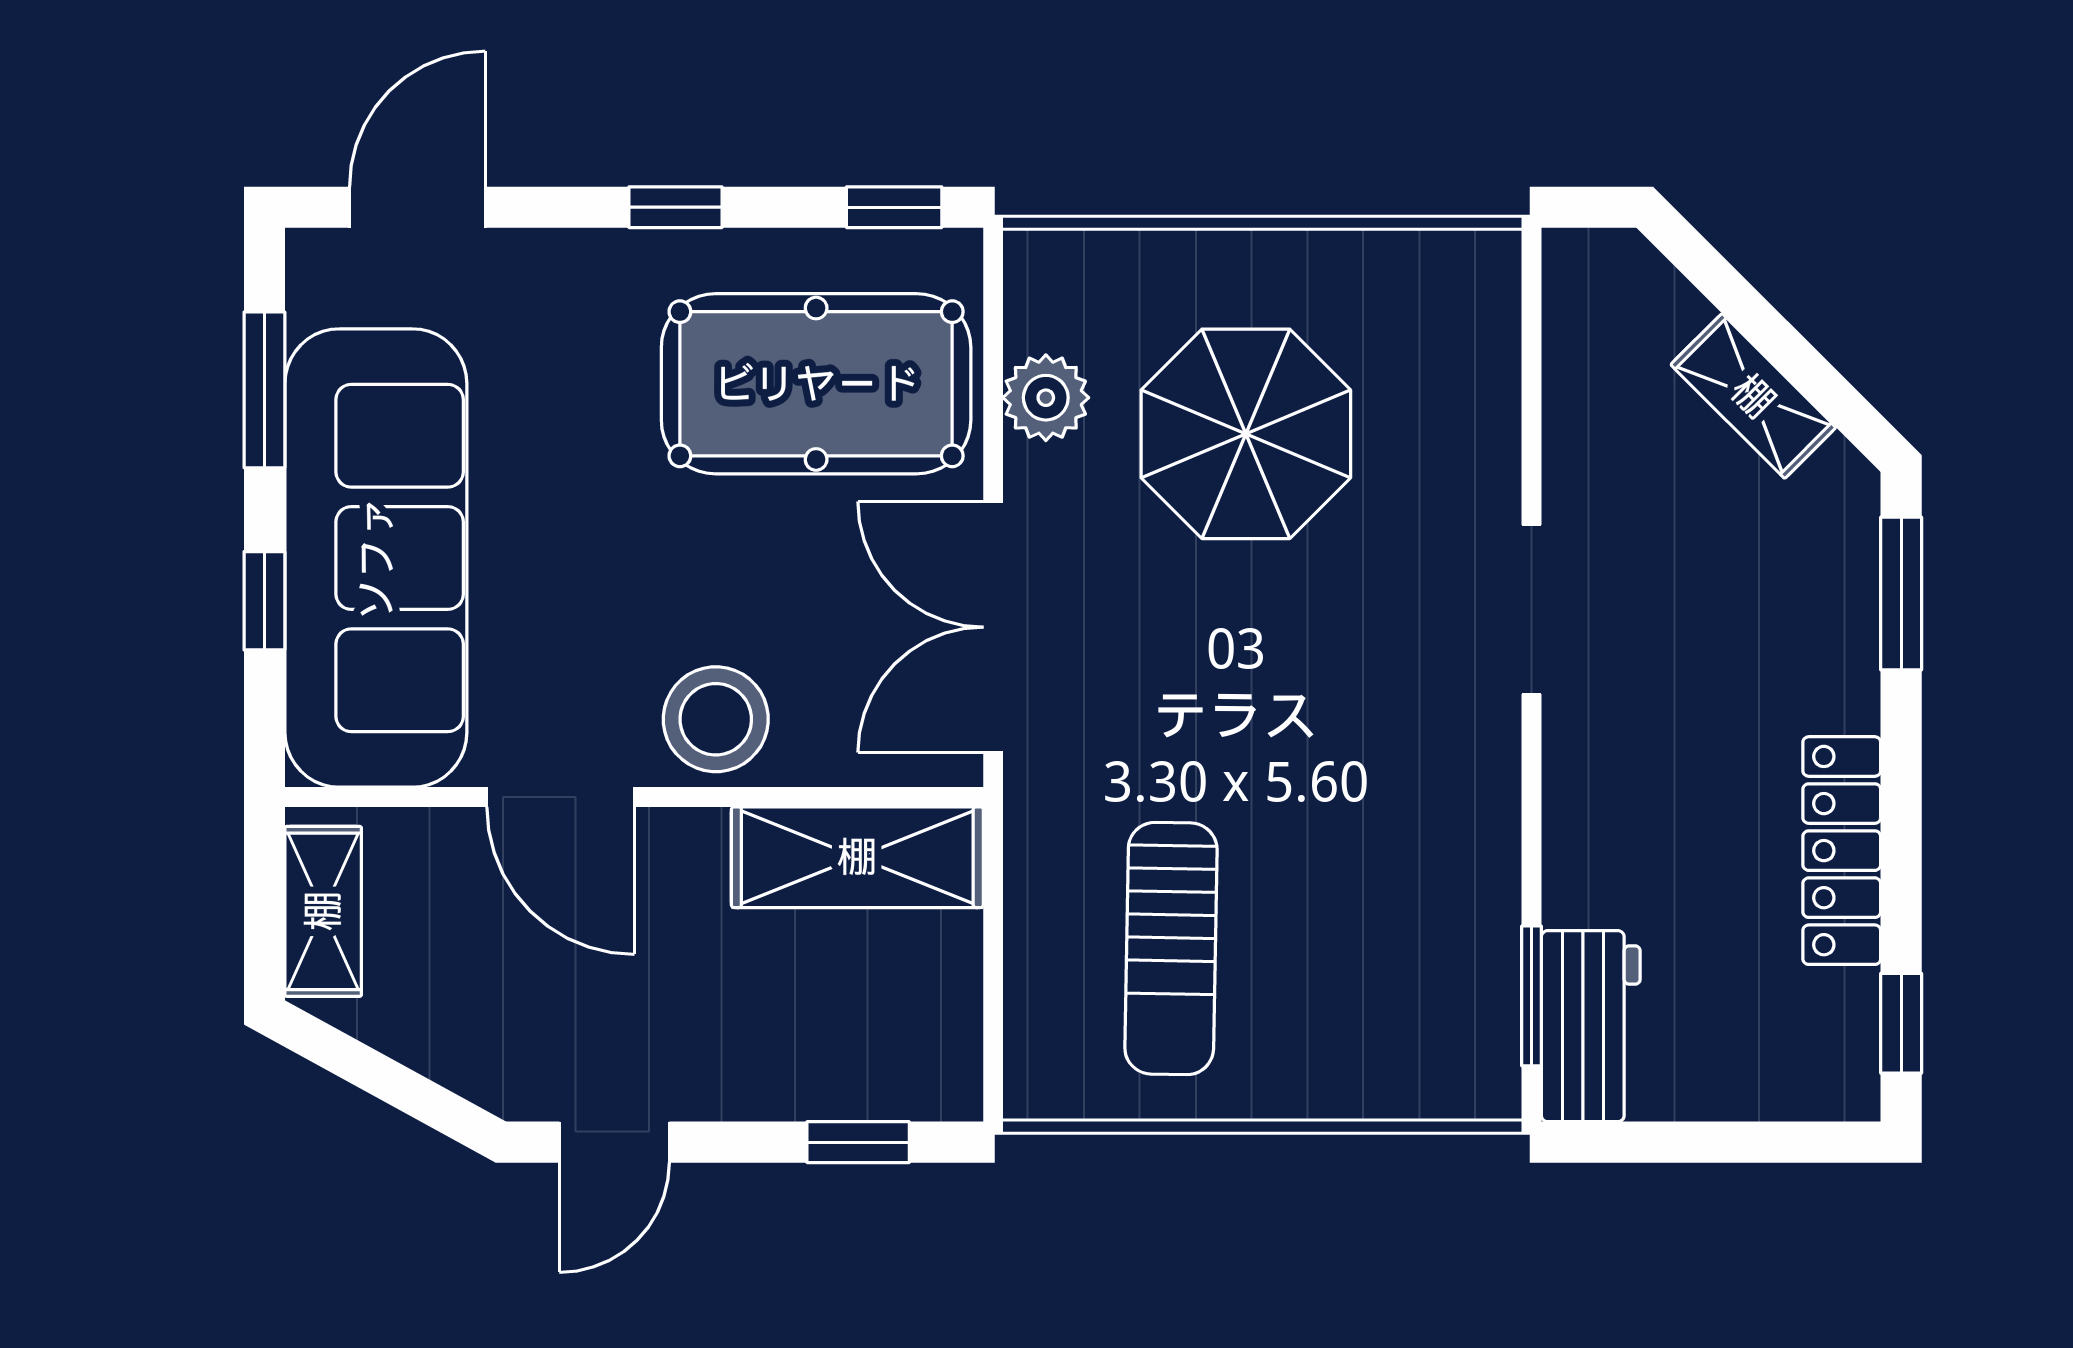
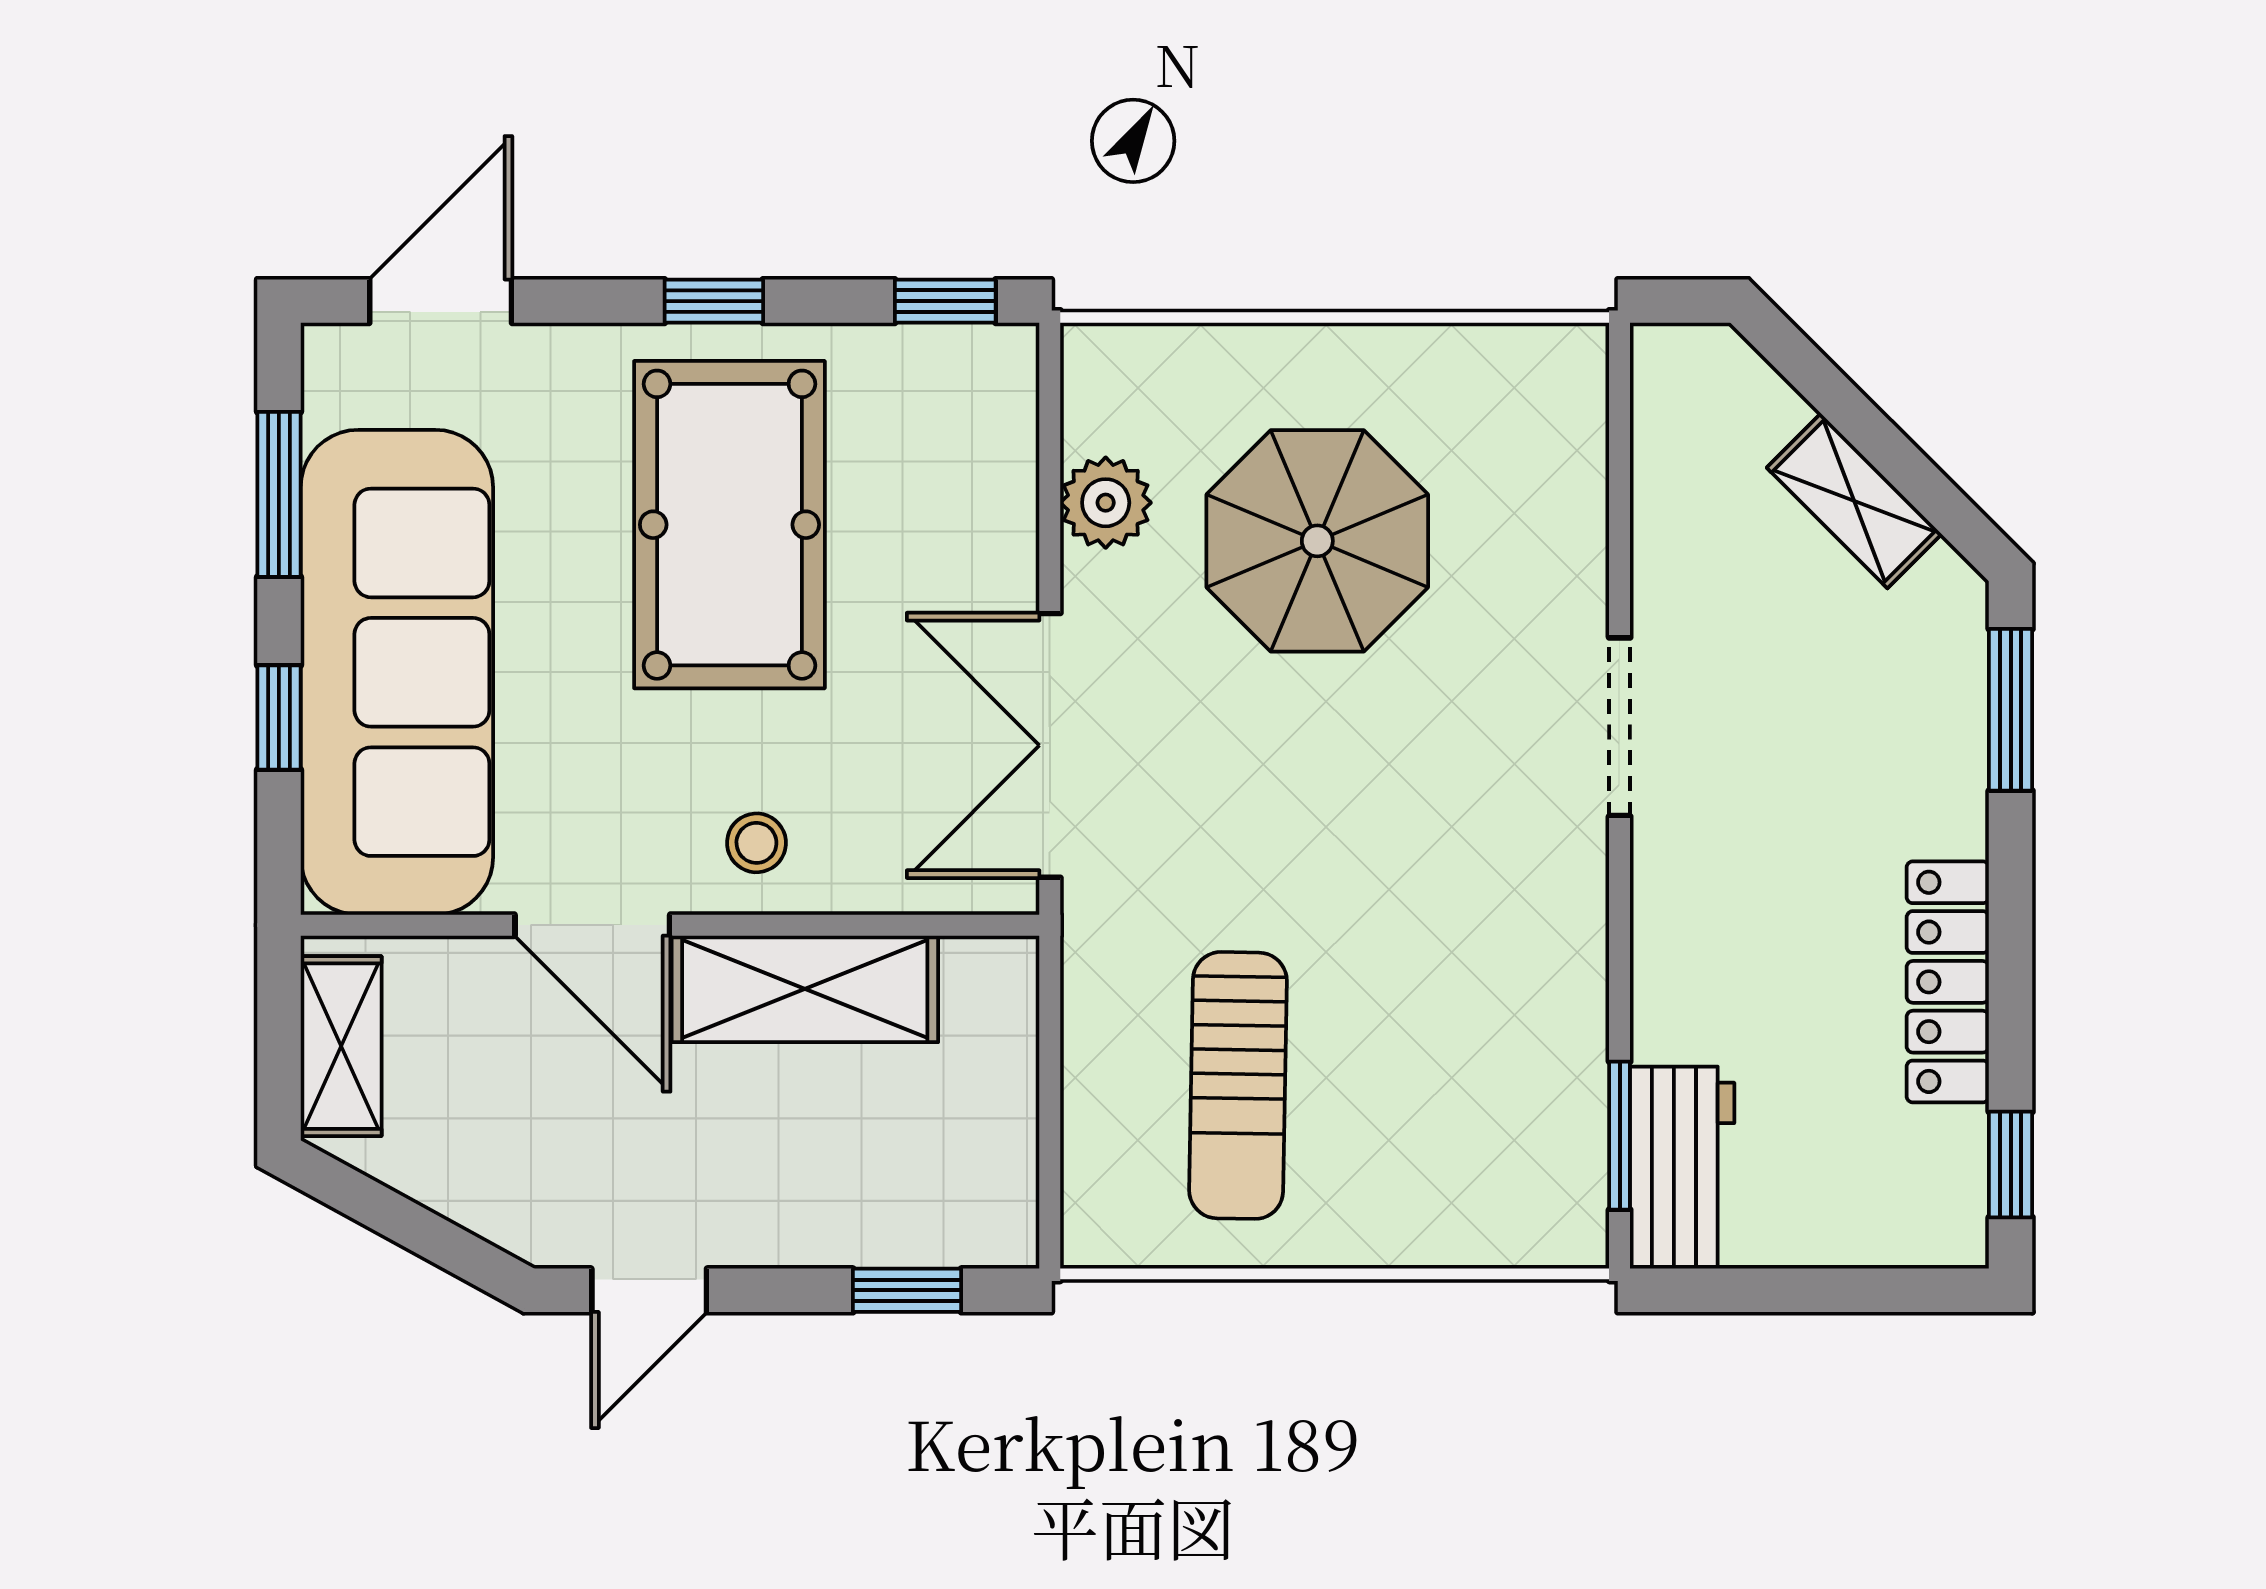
pool table: (816, 384) -> (729, 525), moved, turned 90
stool: (716, 719) -> (756, 843), width x0.53, depth x0.53
shelving: (857, 857) -> (805, 989), moved

